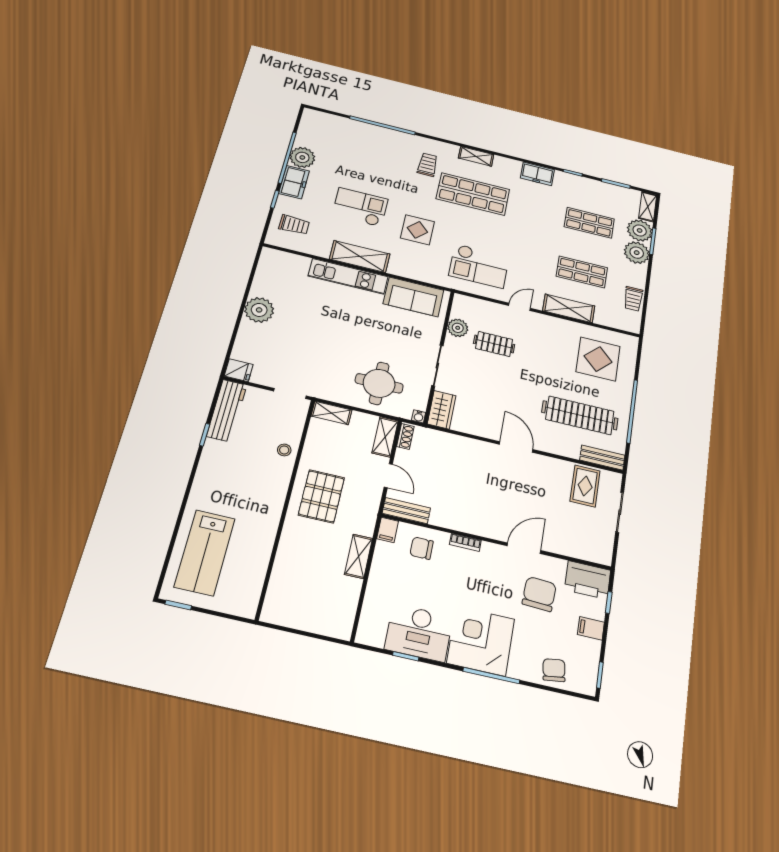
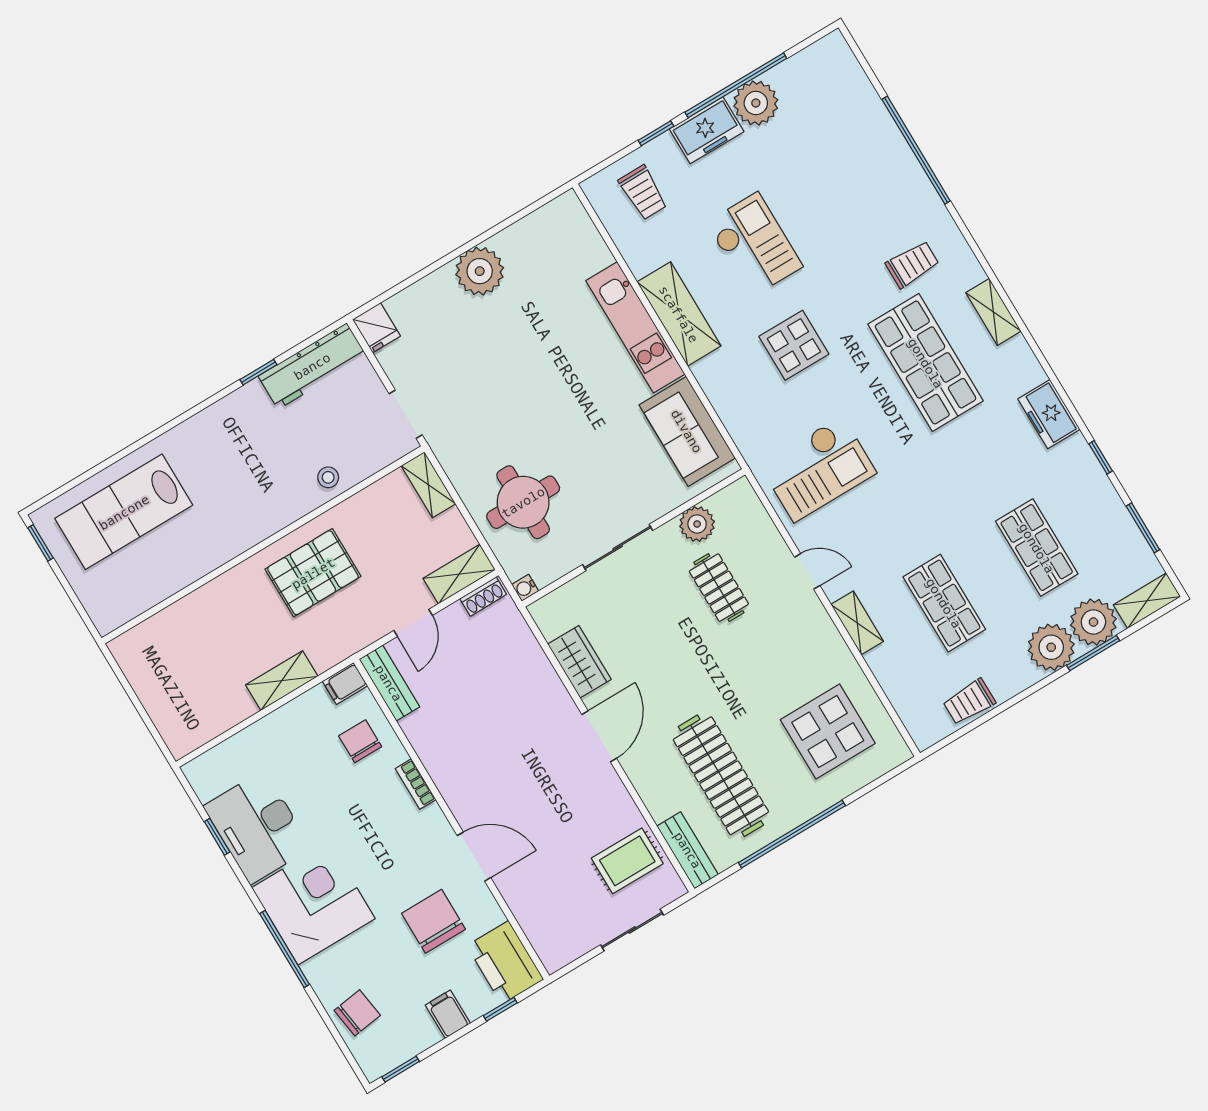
checkout: (479, 266) -> (818, 469), turned -90
shelving: (569, 308) -> (857, 623), width x0.67, depth x0.75
wardrobe: (442, 410) -> (579, 662), moved, turned -90
chair: (539, 594) -> (433, 921), turned -93

